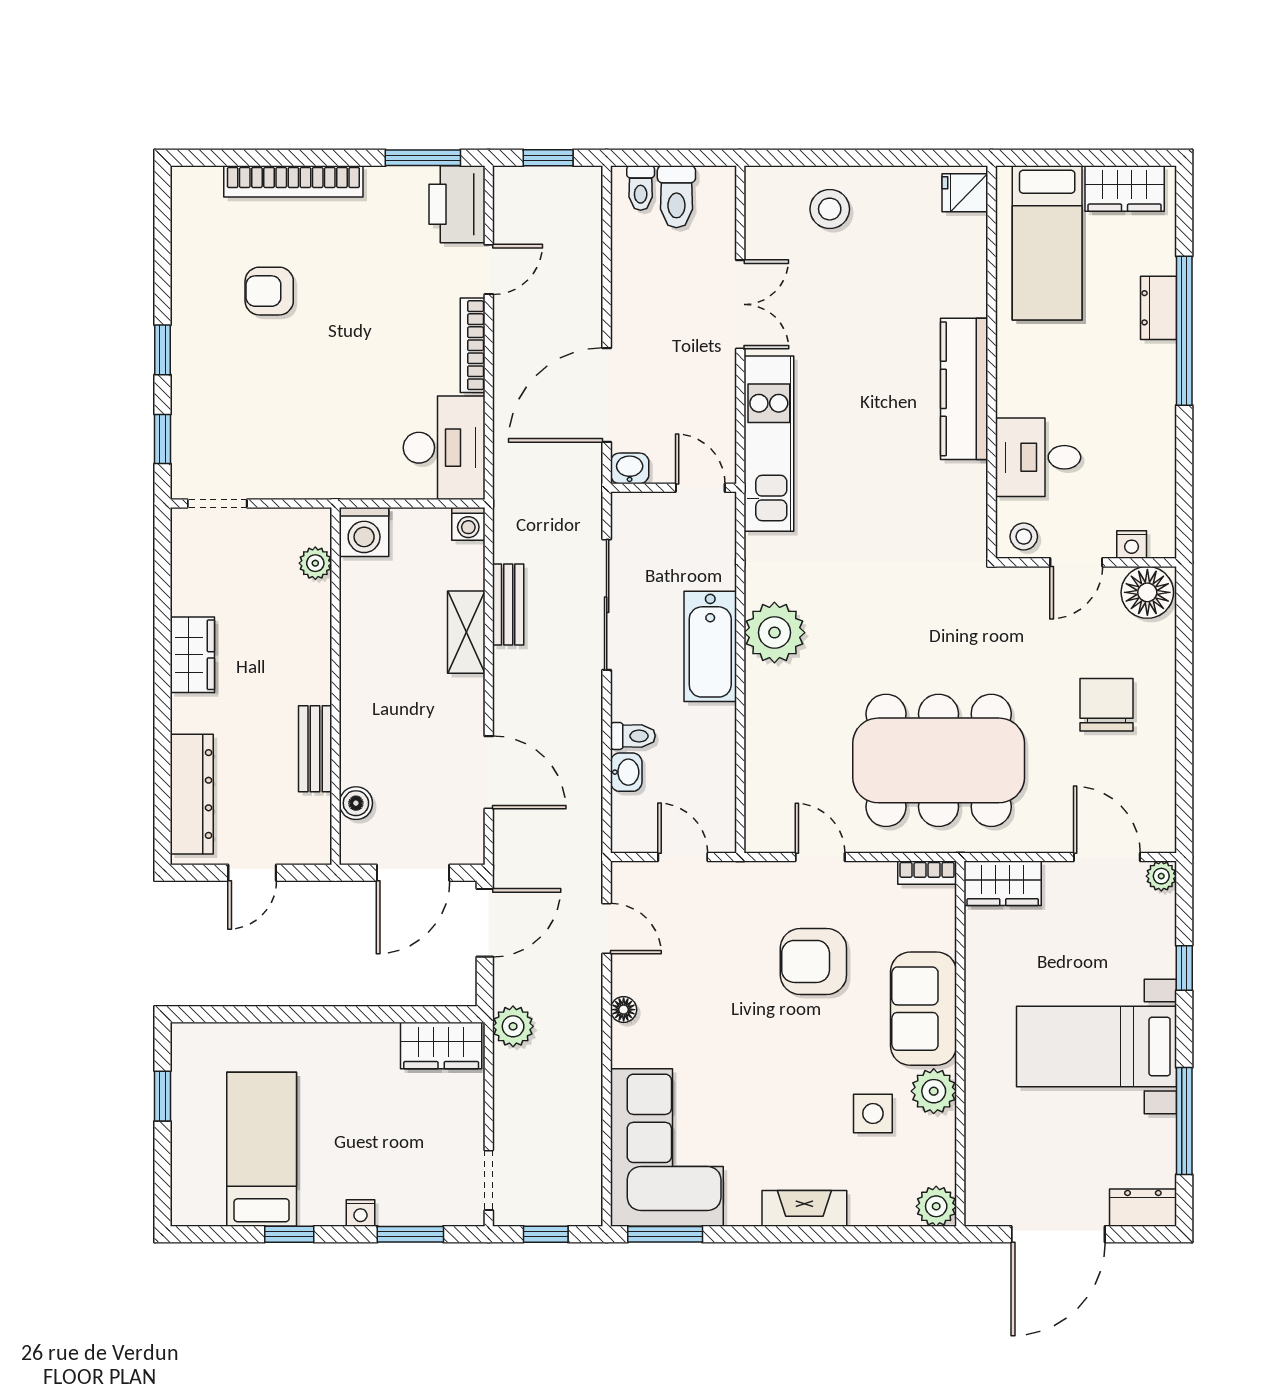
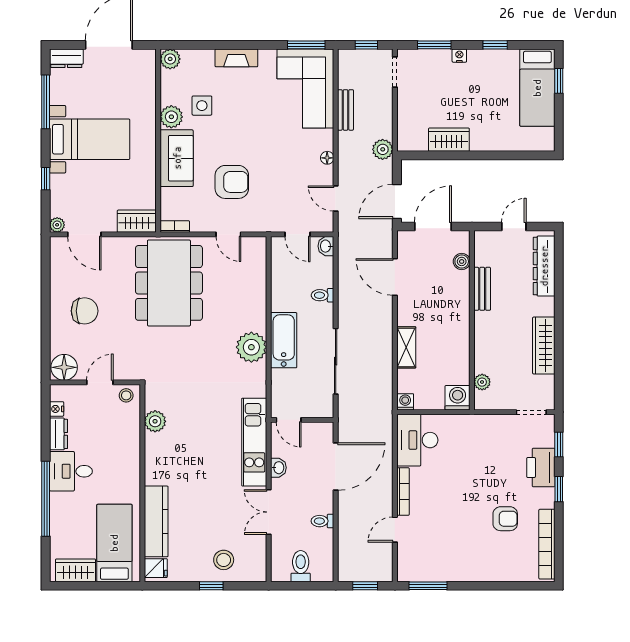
window: (854, 158) -> (211, 586), added
bookcase: (293, 181) -> (547, 544), moved, turned -90
toilet: (641, 188) -> (322, 521), moved, turned -90
printer: (457, 204) -> (541, 467), moved, turned 180
dresser: (1158, 308) -> (58, 434), moved
kitchen counter: (964, 389) -> (156, 521), moved
desk: (1038, 457) -> (71, 471), moved, turned 180
washbasin: (630, 468) -> (278, 468), moved, turned -90
plant: (966, 485) -> (155, 421), added
nightstand: (1132, 544) -> (57, 409), moved, turned -90
bench: (508, 605) -> (345, 110), moved
wardrobe: (192, 655) -> (544, 346), width x1.50
chair: (1107, 705) -> (85, 311), turned -90
dining table: (939, 760) -> (169, 283), turned 90
washbasin: (626, 772) -> (326, 246), moved
wardrobe: (441, 1046) -> (449, 140), moved
window: (163, 1096) -> (559, 81), moved
bed: (262, 1149) -> (537, 88), moved

